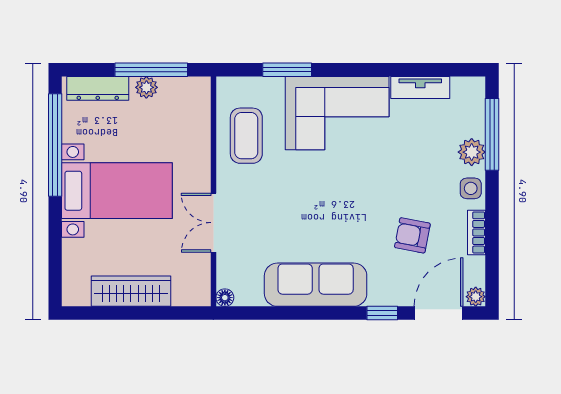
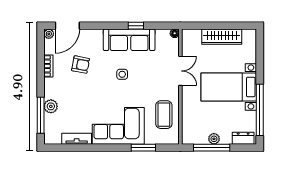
dresser: (98, 88) -> (243, 138), width x0.70
side table: (471, 188) -> (122, 74), moved
window: (382, 313) -> (136, 26), moved

